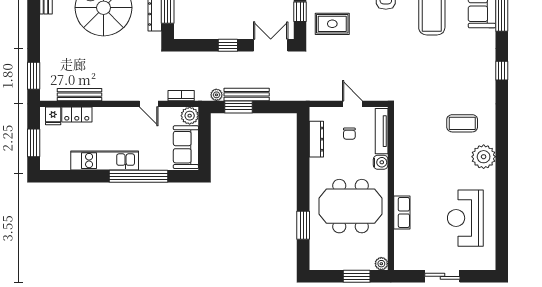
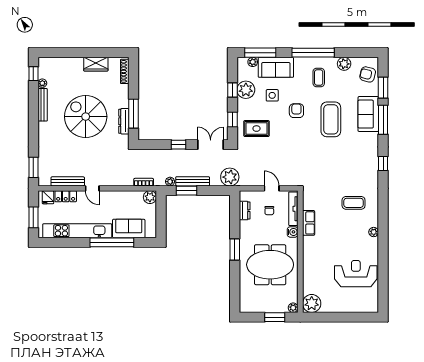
plant: (296, 89) -> (230, 177), added
door: (149, 104) -> (92, 188), moved
dresser: (316, 139) -> (245, 211), width x0.70
sofa: (186, 147) -> (129, 228), moved, turned 90
plant: (484, 157) -> (374, 232), width x0.53, depth x0.53
kitchen unit: (105, 161) -> (77, 231), width x1.36
row of seats: (402, 212) -> (309, 223), moved
reception desk: (465, 218) -> (356, 274), turned 90
window: (303, 225) -> (235, 249), moved
plant: (406, 258) -> (312, 303), added
sliding door: (442, 276) -> (339, 317), removed

